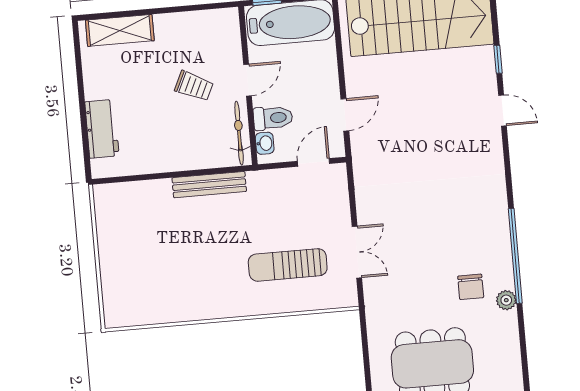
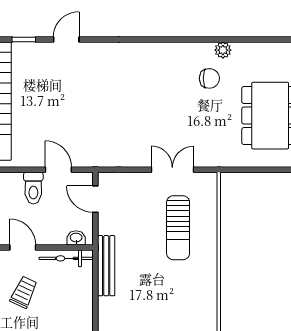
toilet: (273, 118) -> (33, 188), moved, turned 180
bench: (209, 185) -> (106, 266), moved
window: (515, 256) -> (187, 39), removed

